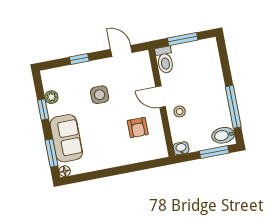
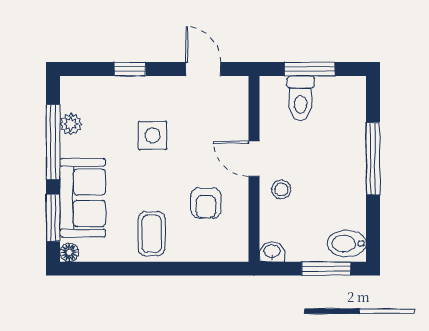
toilet: (165, 60) -> (300, 98), moved
window: (233, 107) -> (373, 159), moved
window: (43, 110) -> (53, 142), width x2.17
coffee table: (110, 151) -> (152, 234), added

